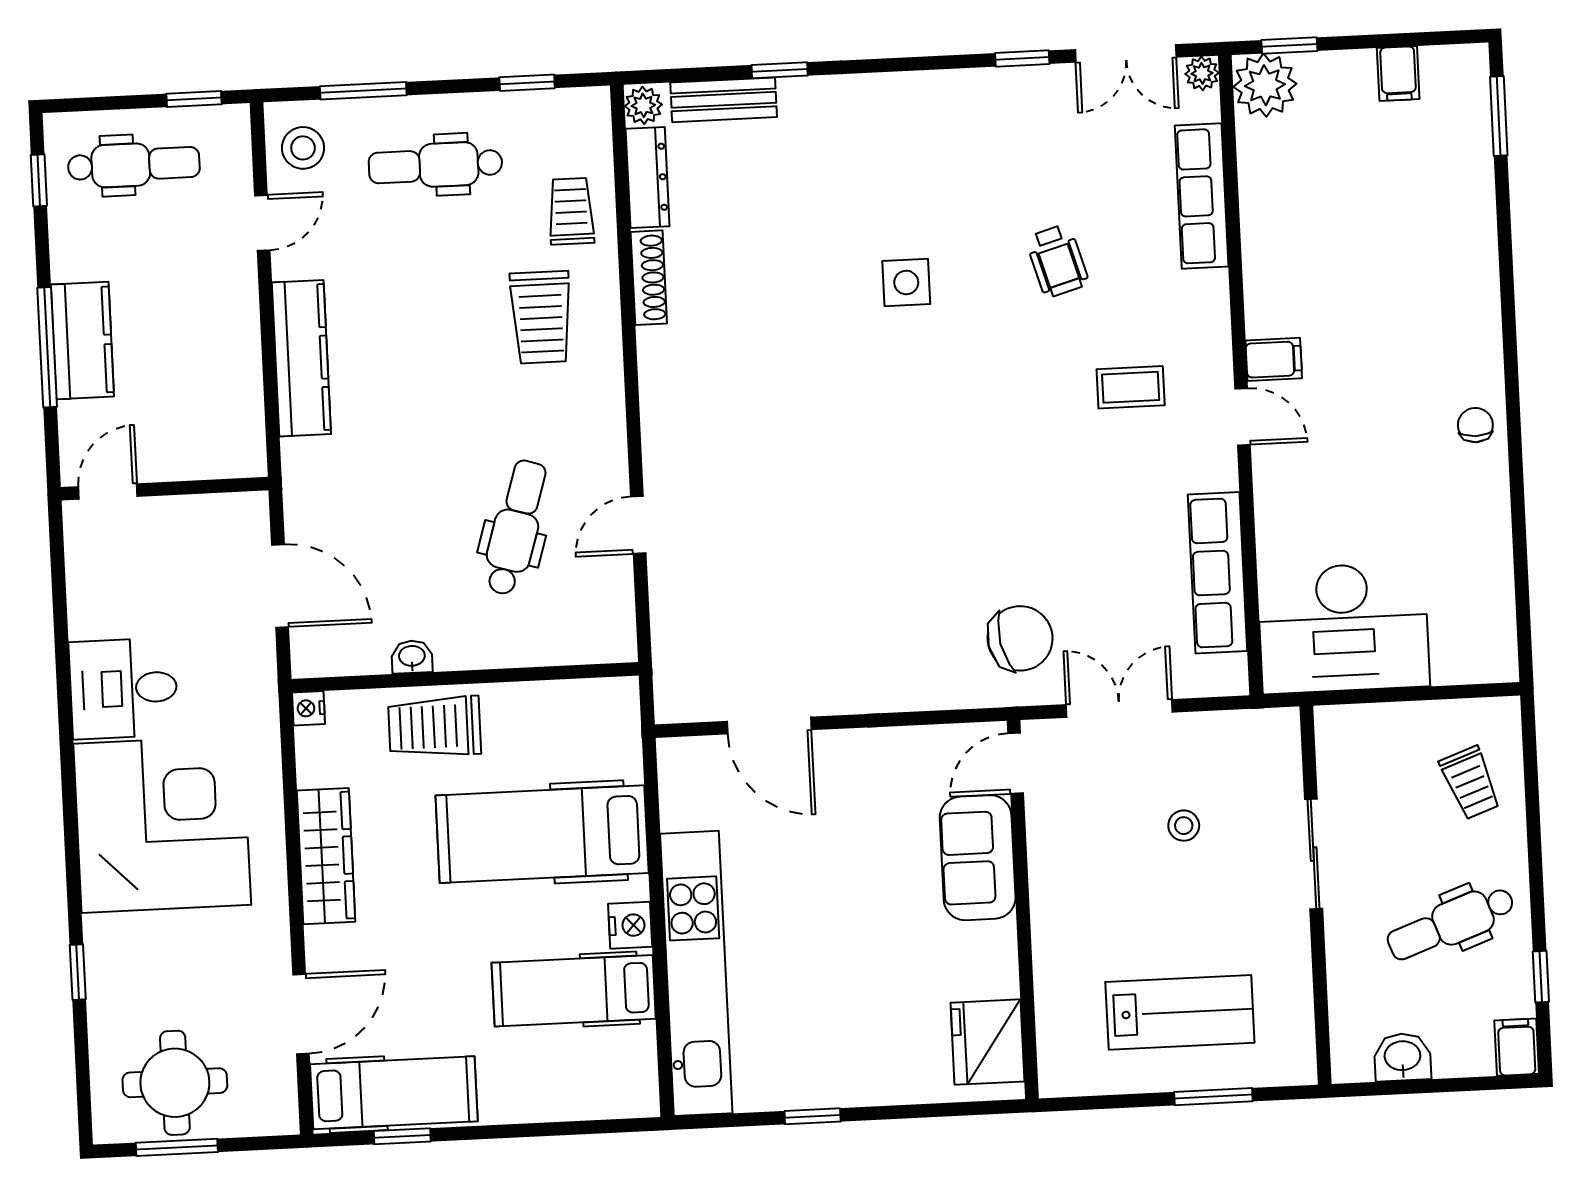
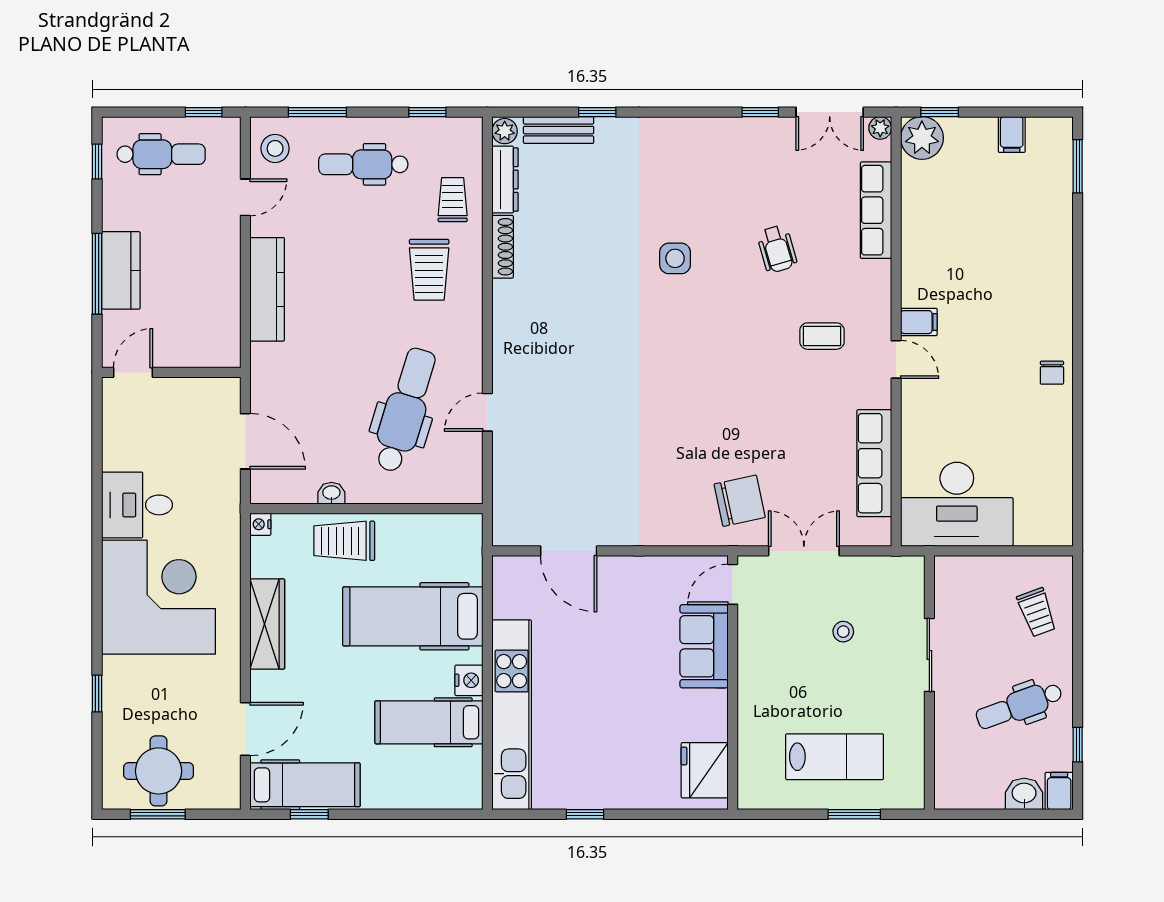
chair: (1475, 425) -> (1052, 373), turned 180
dental chair: (516, 528) -> (405, 410), width x1.36, depth x1.38
washbasin: (1403, 1057) -> (1024, 794), moved

